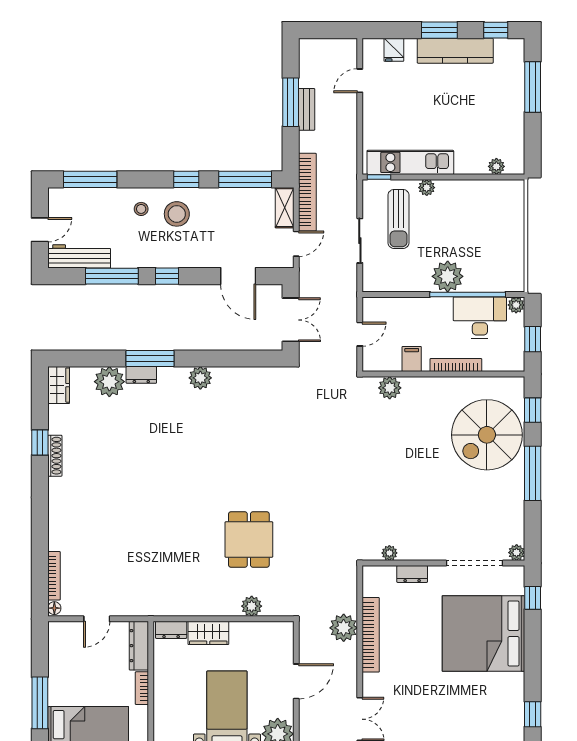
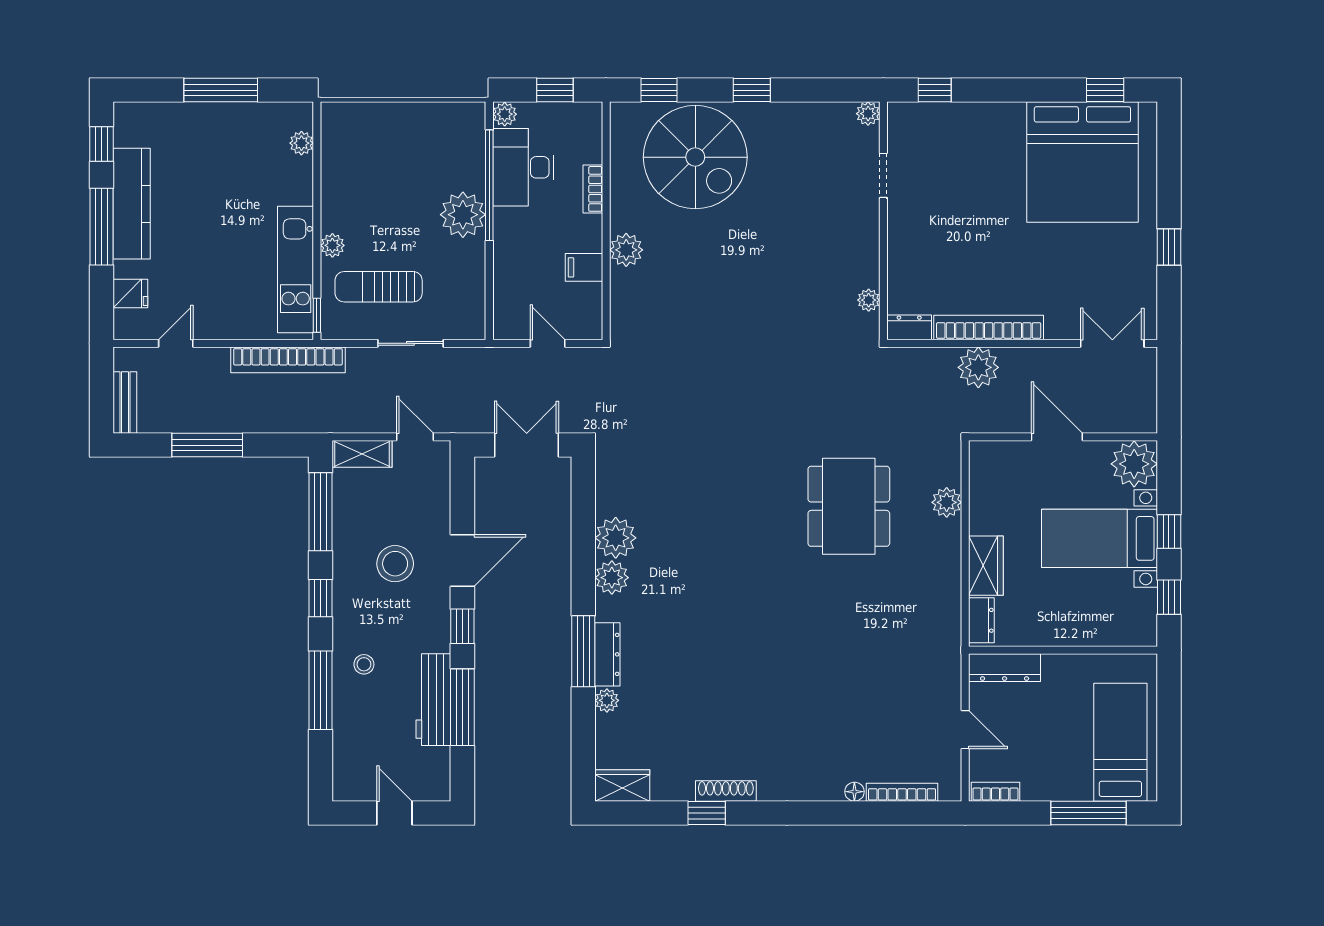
window: (439, 30) -> (102, 227), width x1.44
door: (360, 81) -> (176, 343), swing flipped
window: (533, 87) -> (221, 90), moved
bench: (307, 109) -> (125, 403), moved, turned 90
window: (90, 179) -> (320, 690), moved
bookcase: (307, 192) -> (288, 360), moved, turned 180
stool: (177, 214) -> (395, 564), moved
sun lounger: (398, 219) -> (379, 287), turned 180
workbench: (79, 256) -> (433, 700), moved
door: (238, 276) -> (462, 560), moved
bookcase: (456, 365) -> (593, 189), width x0.64
dresser: (141, 375) -> (607, 654), width x1.44
plant: (227, 380) -> (616, 538), added
plant: (109, 382) -> (607, 700), width x0.53, depth x0.53
plant: (390, 388) -> (626, 250), moved
window: (533, 473) -> (752, 90), width x0.46
dining table: (249, 539) -> (849, 506), width x1.38
doorway: (474, 563) -> (883, 175), width x0.53
dresser: (412, 574) -> (909, 327), moved, turned -90
floor lamp: (54, 608) -> (854, 792), moved
bed: (483, 633) -> (1082, 162), moved
bookcase: (142, 688) -> (995, 792), moved, turned 180

